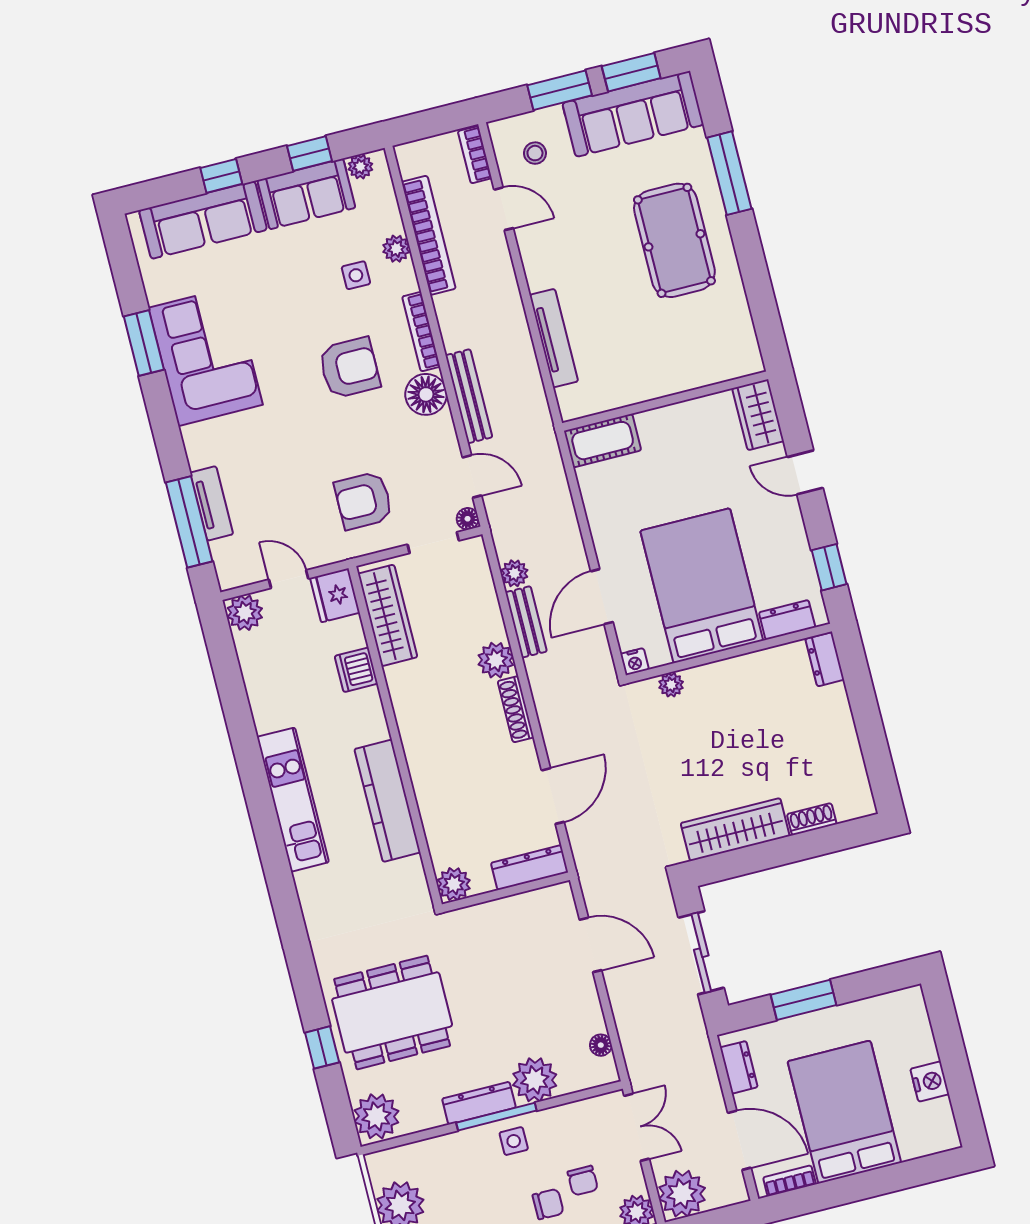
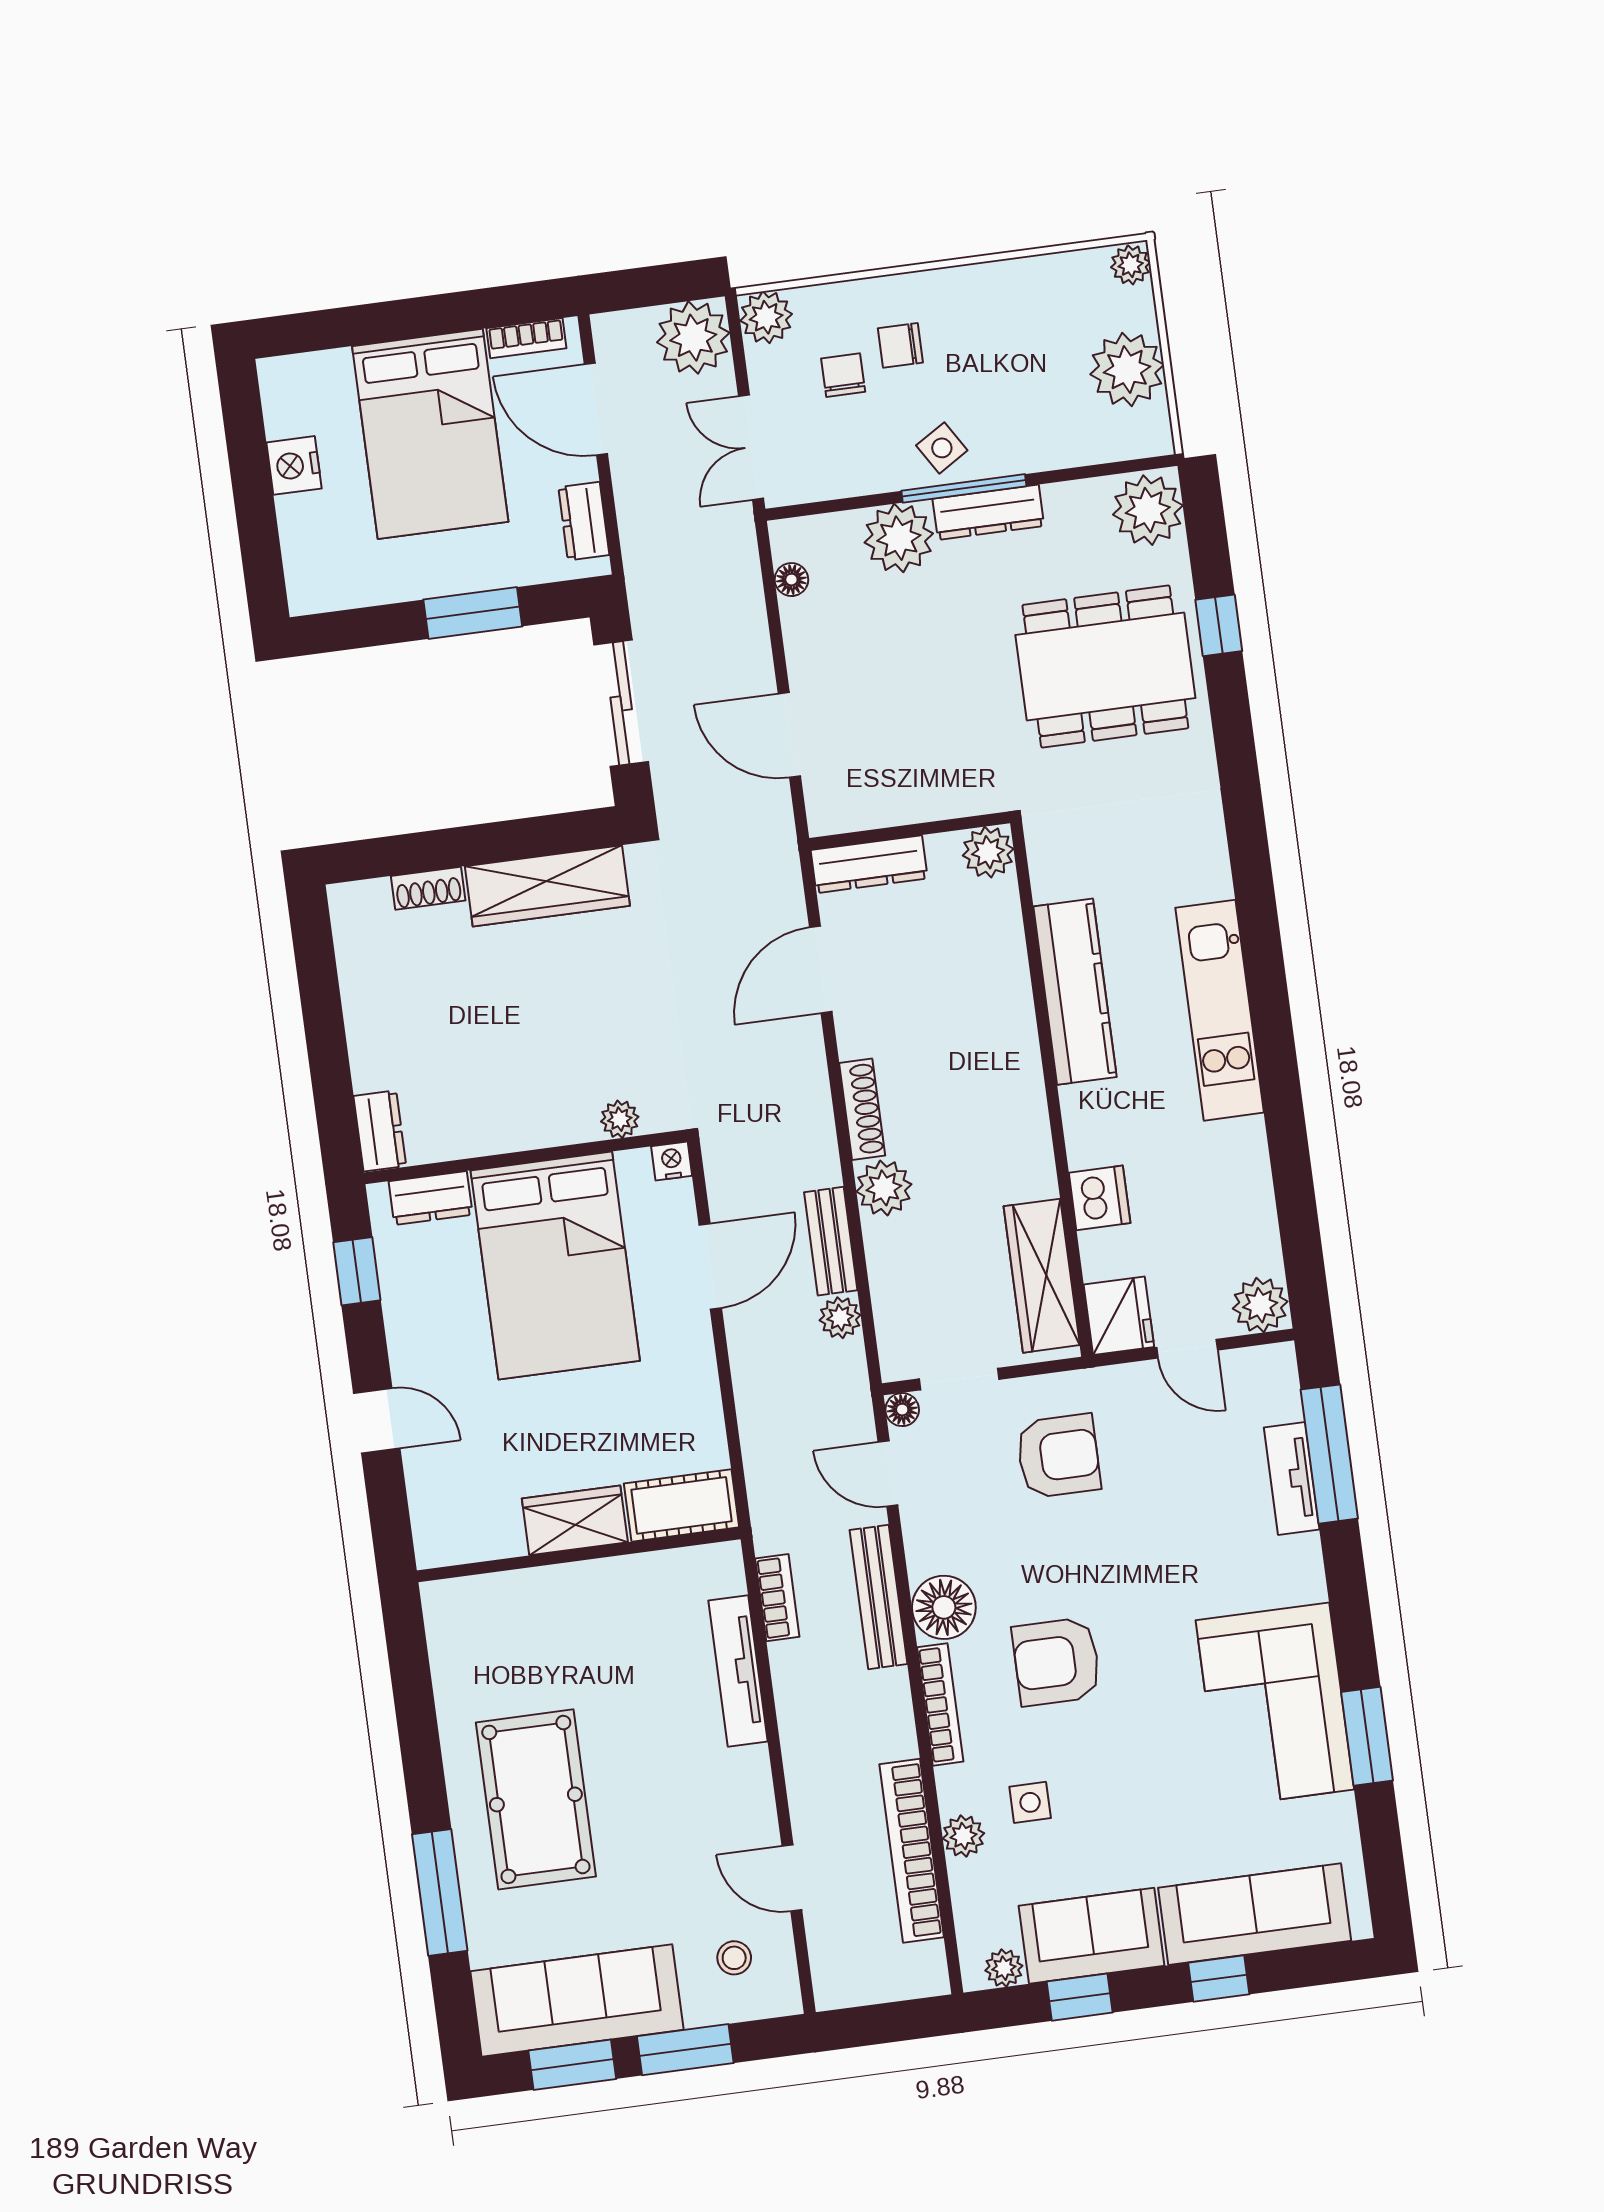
bookcase: (475, 155) -> (777, 1598), moved
wardrobe: (758, 415) -> (575, 1520), moved, turned -90
side table: (514, 1141) -> (942, 448), turned -32

